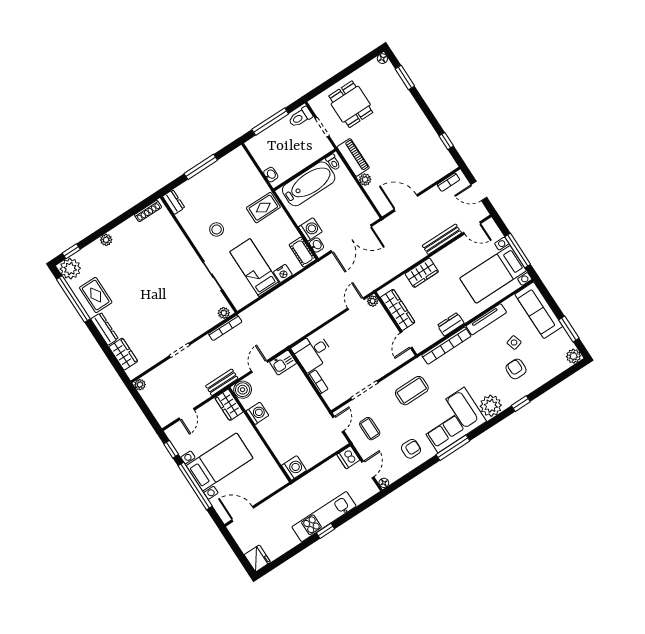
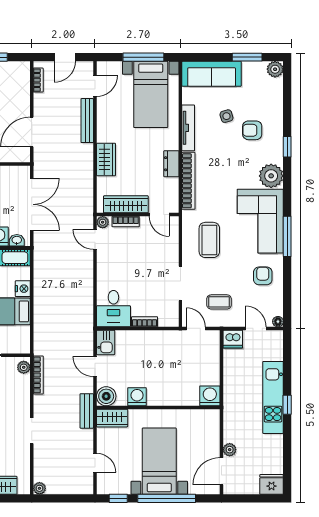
bookcase: (384, 318) -> (126, 222), added
plant: (263, 509) -> (230, 450), added

